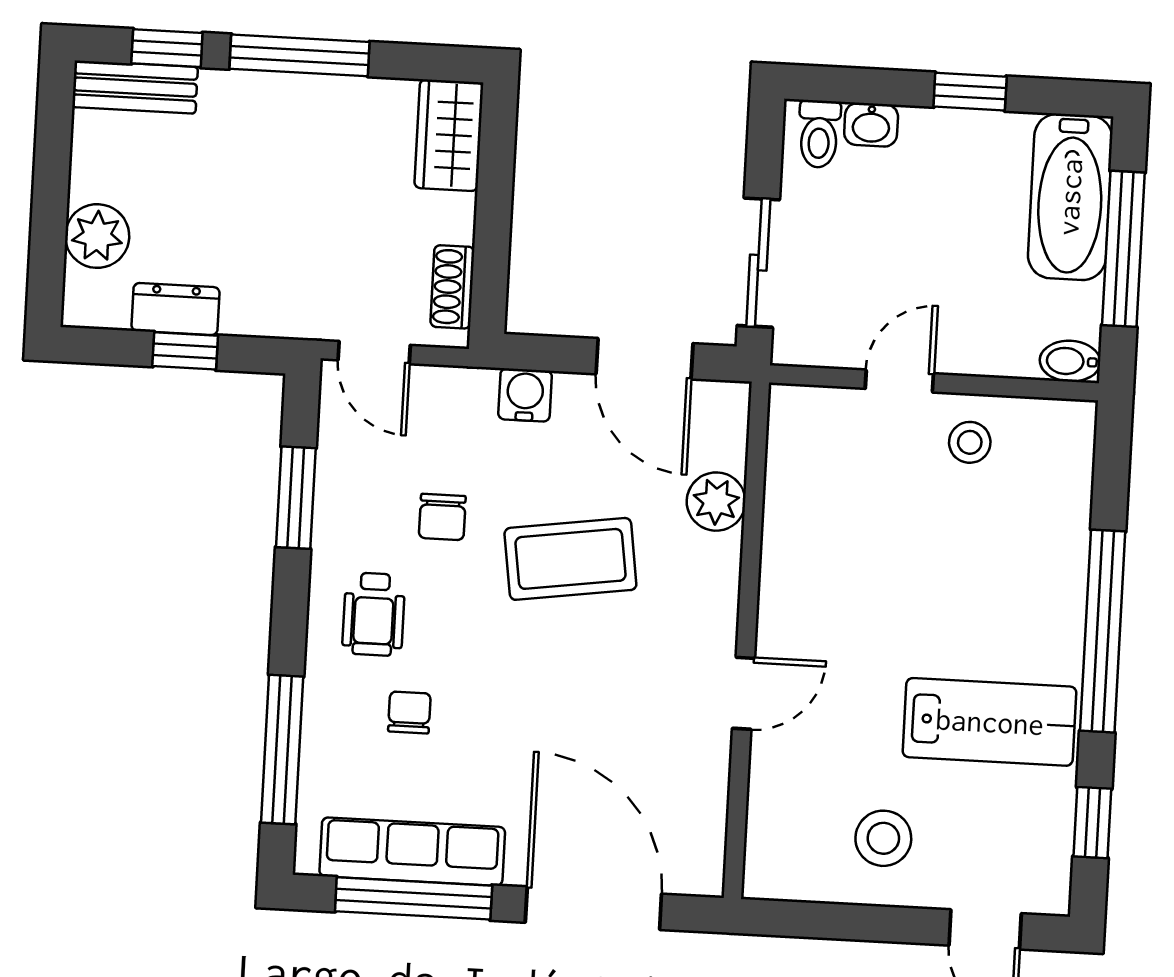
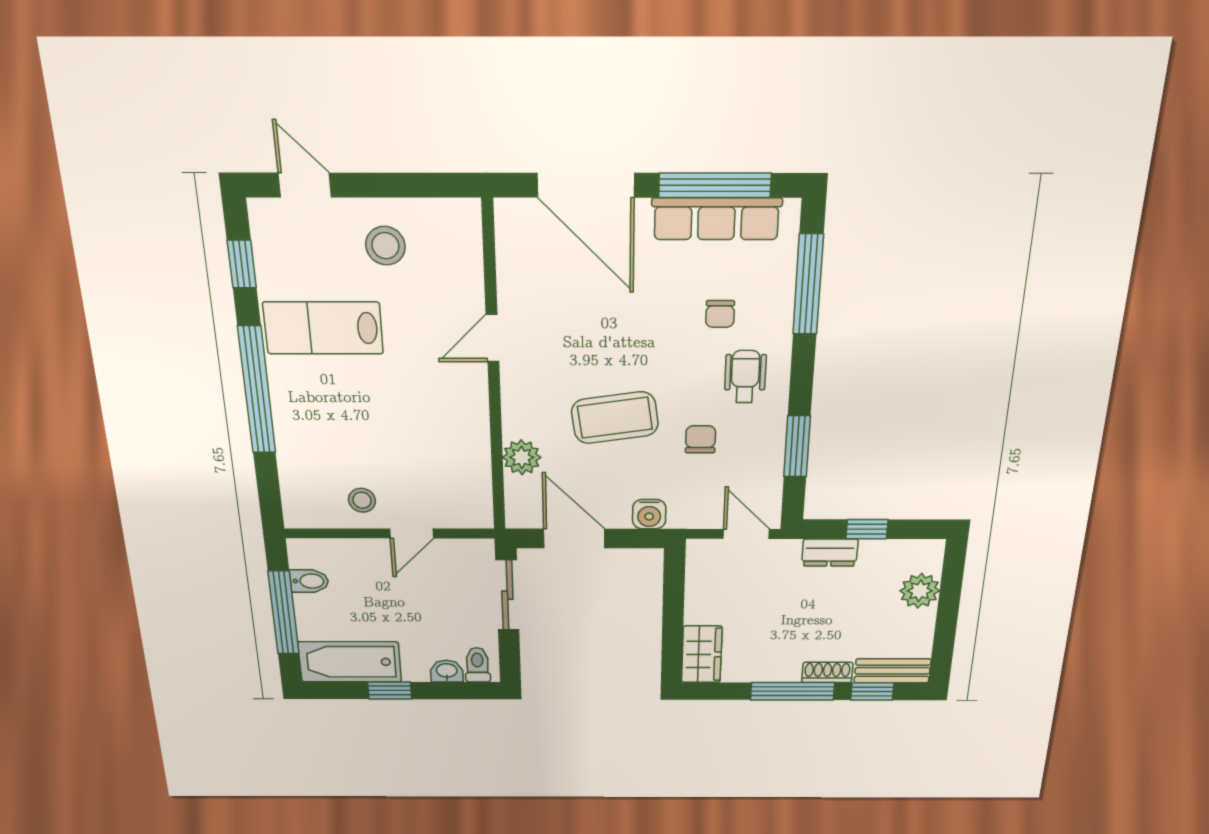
bathtub: (1070, 197) -> (350, 662), moved, turned -90
shoe rack: (452, 287) -> (827, 672), moved, turned -90
dresser: (176, 309) -> (830, 553), moved
bidet: (1070, 361) -> (309, 581), moved

